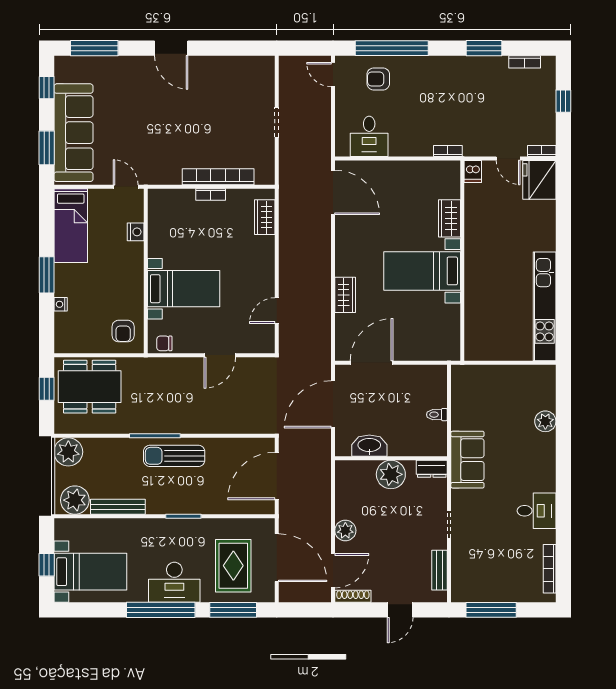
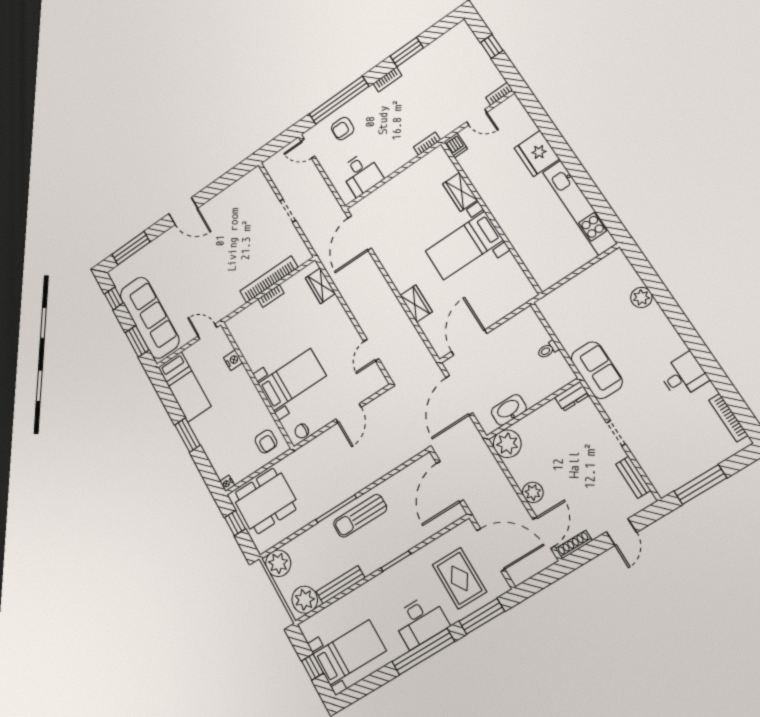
bookcase: (525, 62) -> (387, 80), moved
fridge: (539, 180) -> (537, 153), moved
door: (333, 192) -> (360, 233), swing flipped
nightstand: (61, 304) -> (227, 483), moved
plant: (391, 474) -> (507, 444), moved

